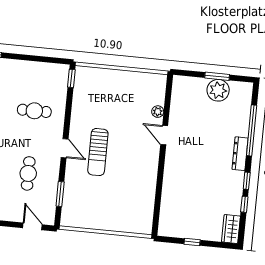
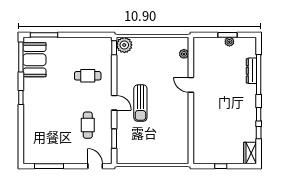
plant: (85, 76) -> (124, 45), added
plant: (218, 90) -> (229, 42), width x0.53, depth x0.53
plant: (158, 112) -> (184, 54), moved
dresser: (240, 154) -> (251, 71), moved

